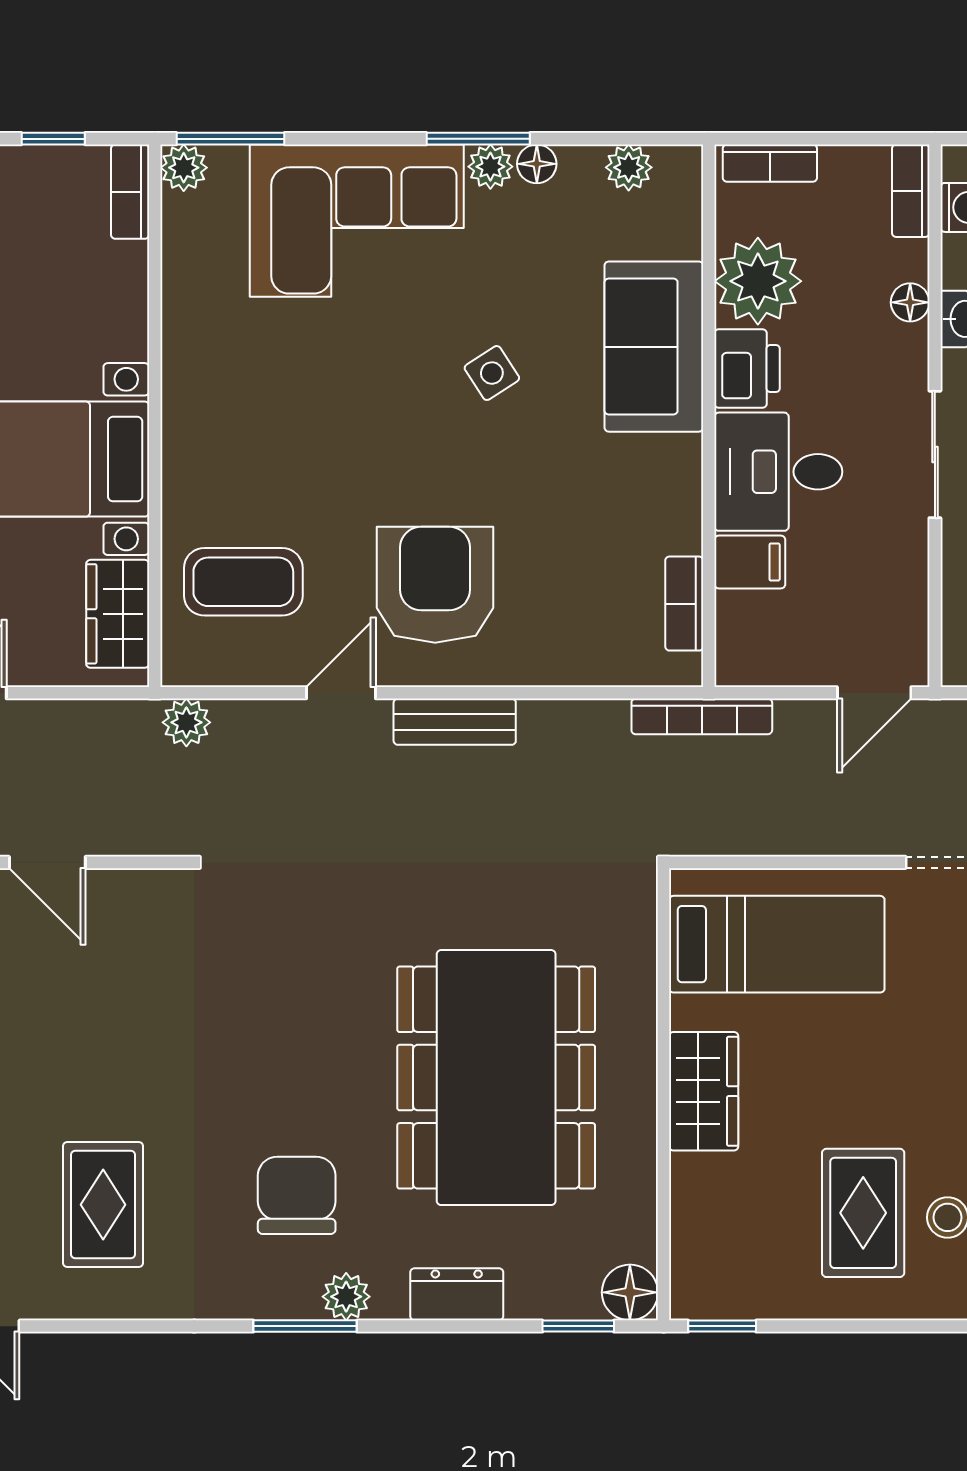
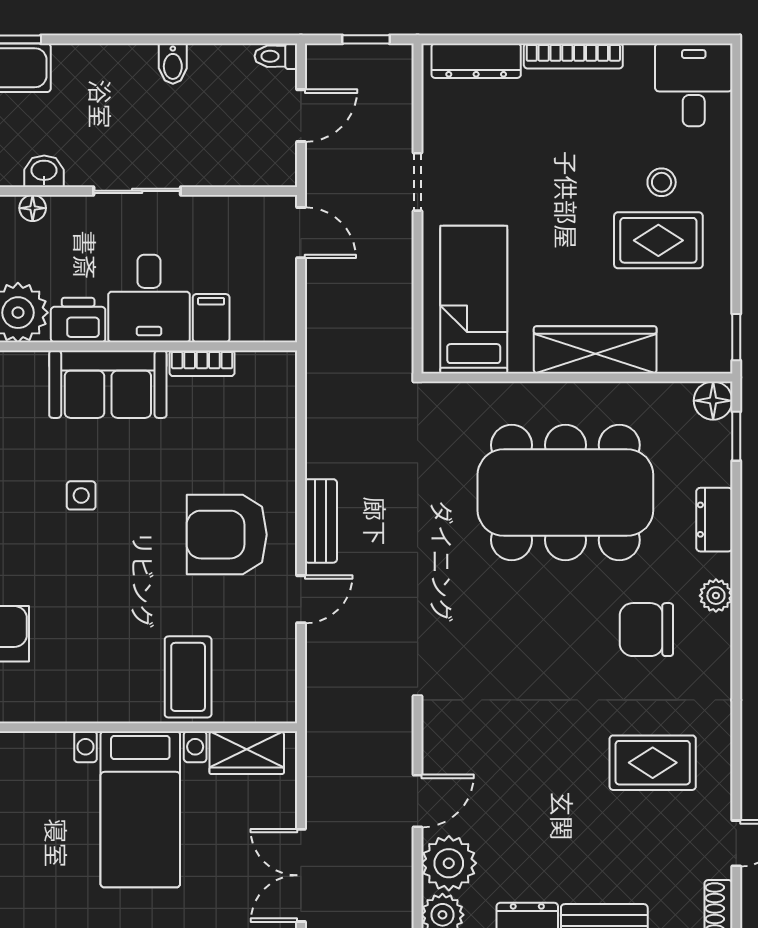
sofa: (654, 347) -> (108, 384), moved
side table: (492, 373) -> (81, 495), turned 33
coffee table: (243, 582) -> (188, 677), moved
bookcase: (684, 604) -> (202, 363), moved
door: (341, 693) -> (301, 599), swing flipped
bookcase: (702, 716) -> (317, 351), removed
plant: (186, 722) -> (321, 705), removed
wardrobe: (704, 1091) -> (595, 350), width x1.50
window: (305, 1326) -> (736, 624), removed

